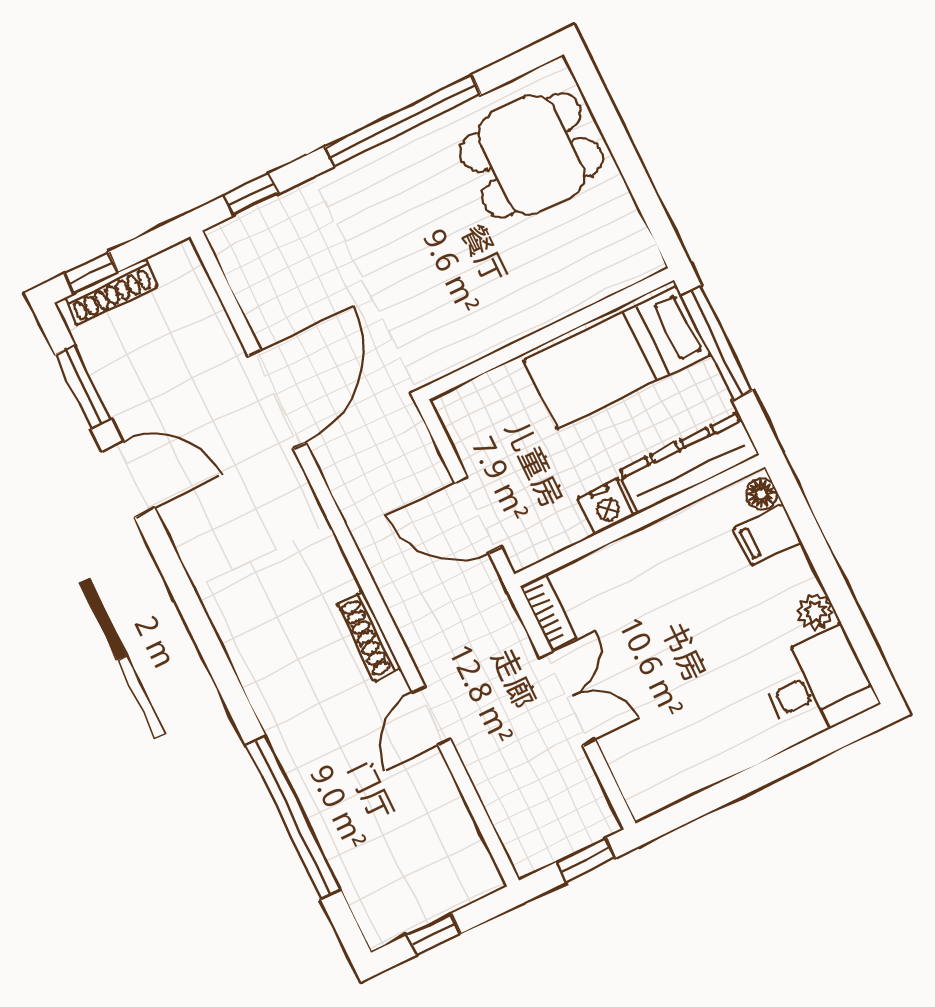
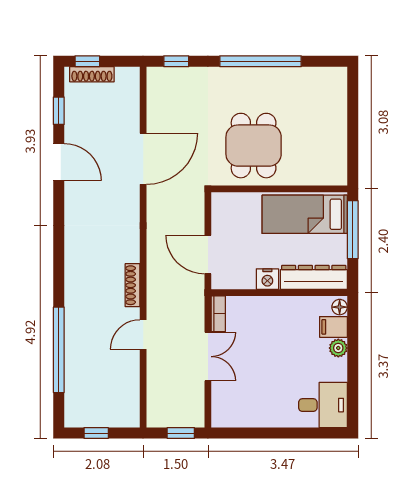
dining table: (531, 155) -> (254, 146), moved, turned 90
window: (83, 387) -> (59, 111), width x0.67
plant: (816, 611) -> (338, 348), moved

